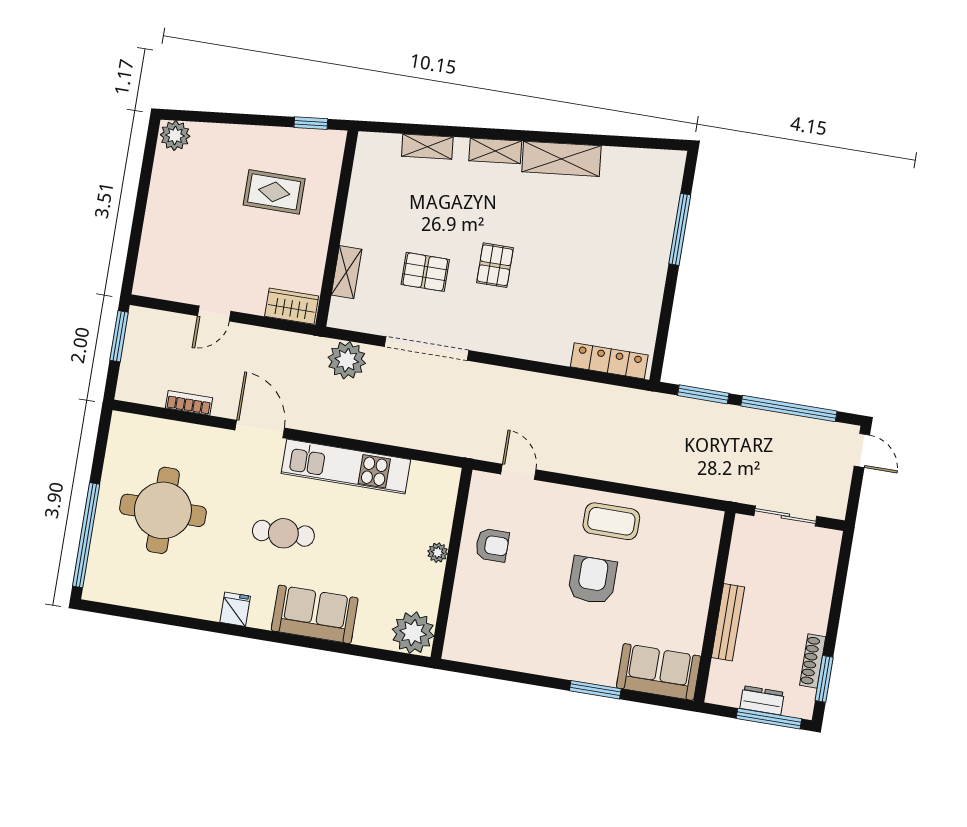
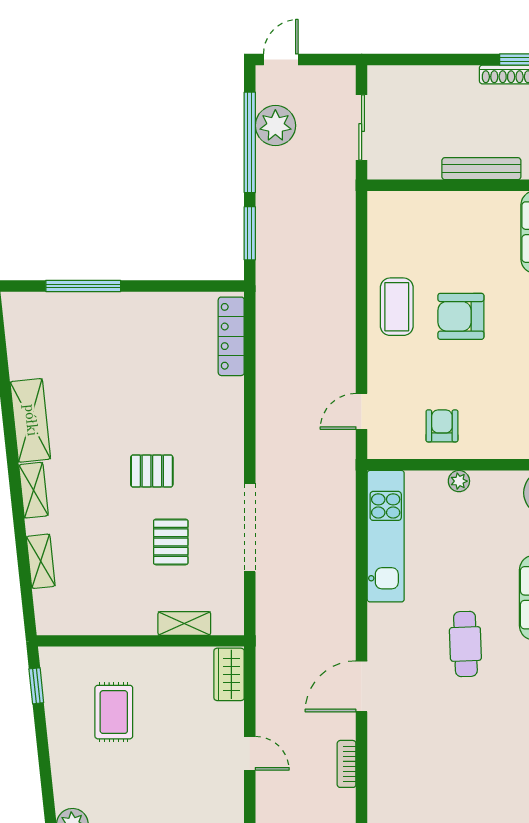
plant: (347, 360) -> (275, 126), moved
kitchen unit: (346, 467) -> (386, 536), moved
round table: (163, 510) -> (462, 773), removed

